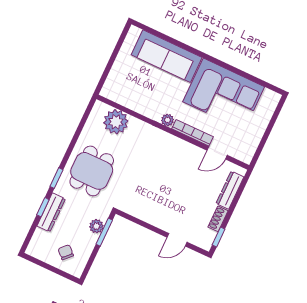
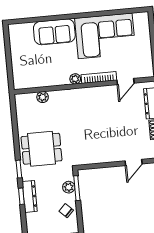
sofa: (167, 56) -> (54, 32), width x0.73
plant: (116, 122) -> (43, 97), width x0.53, depth x0.53
dining table: (92, 171) -> (42, 149), turned 90
chair: (66, 252) -> (66, 211), moved

